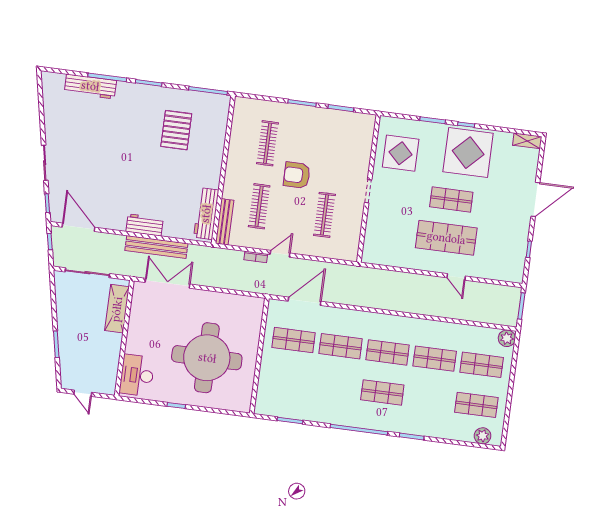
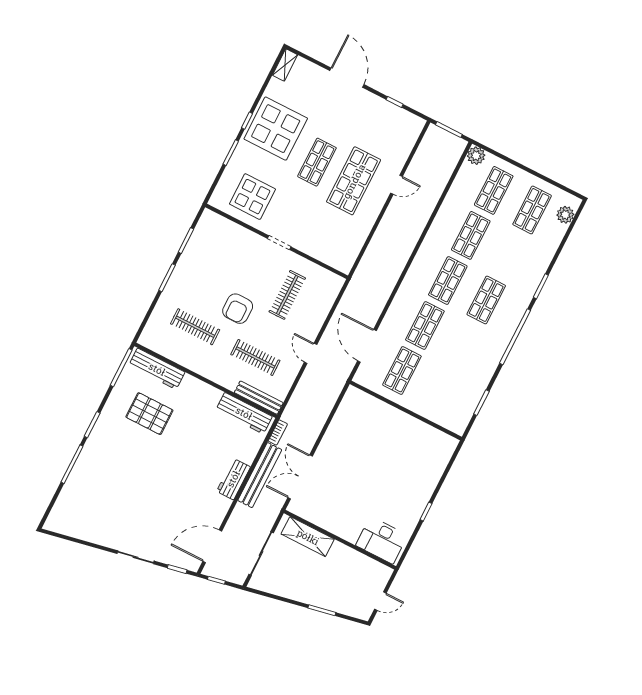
workbench: (90, 86) -> (157, 369), moved, turned 90
clothes rail: (324, 215) -> (287, 295), turned 90
bookcase: (256, 257) -> (278, 432), moved
round table: (207, 358) -> (389, 464), removed

